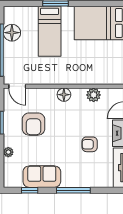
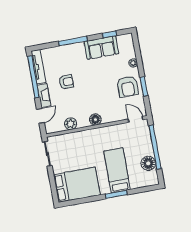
armchair: (34, 124) -> (128, 87), moved, turned 180

